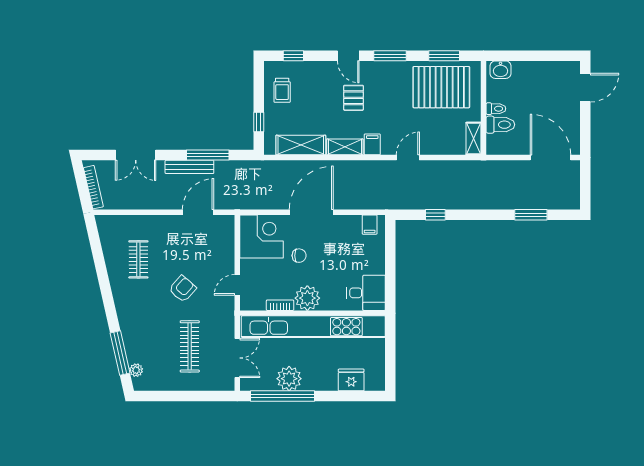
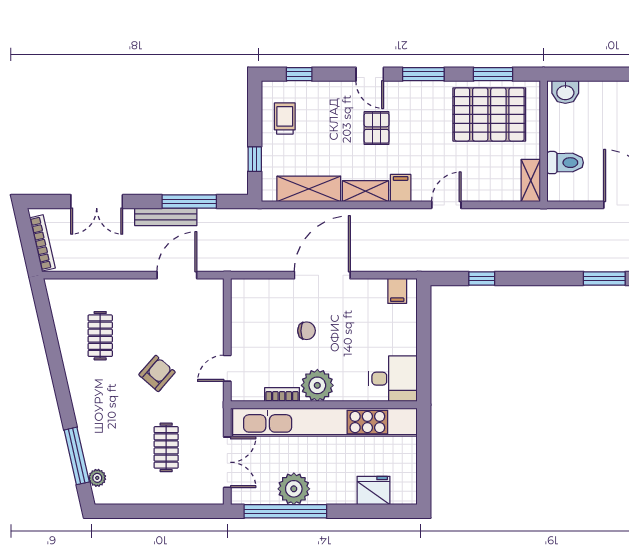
trolley: (282, 90) -> (285, 119), turned 180
toilet: (496, 109) -> (559, 142), removed
corner desk: (262, 236) -> (258, 306), removed
clothes rail: (190, 346) -> (166, 447), width x0.73

